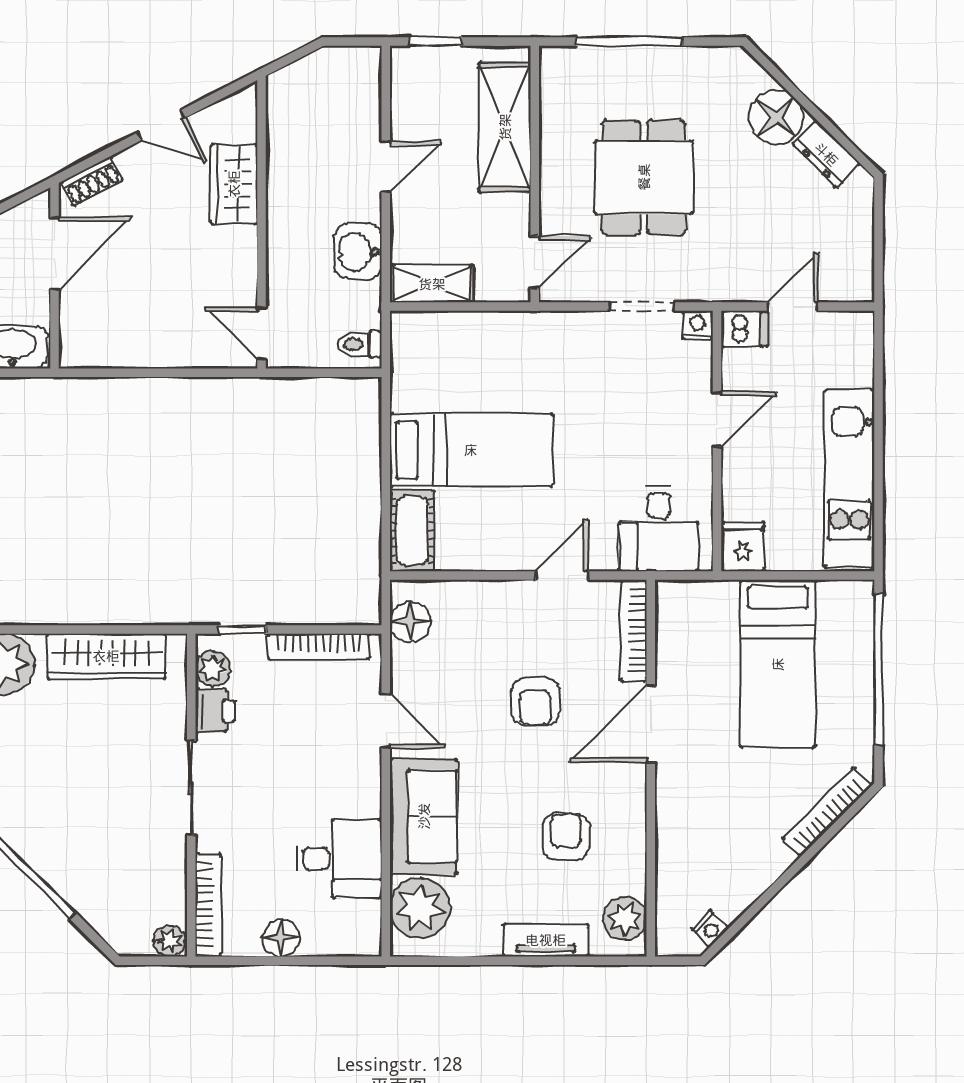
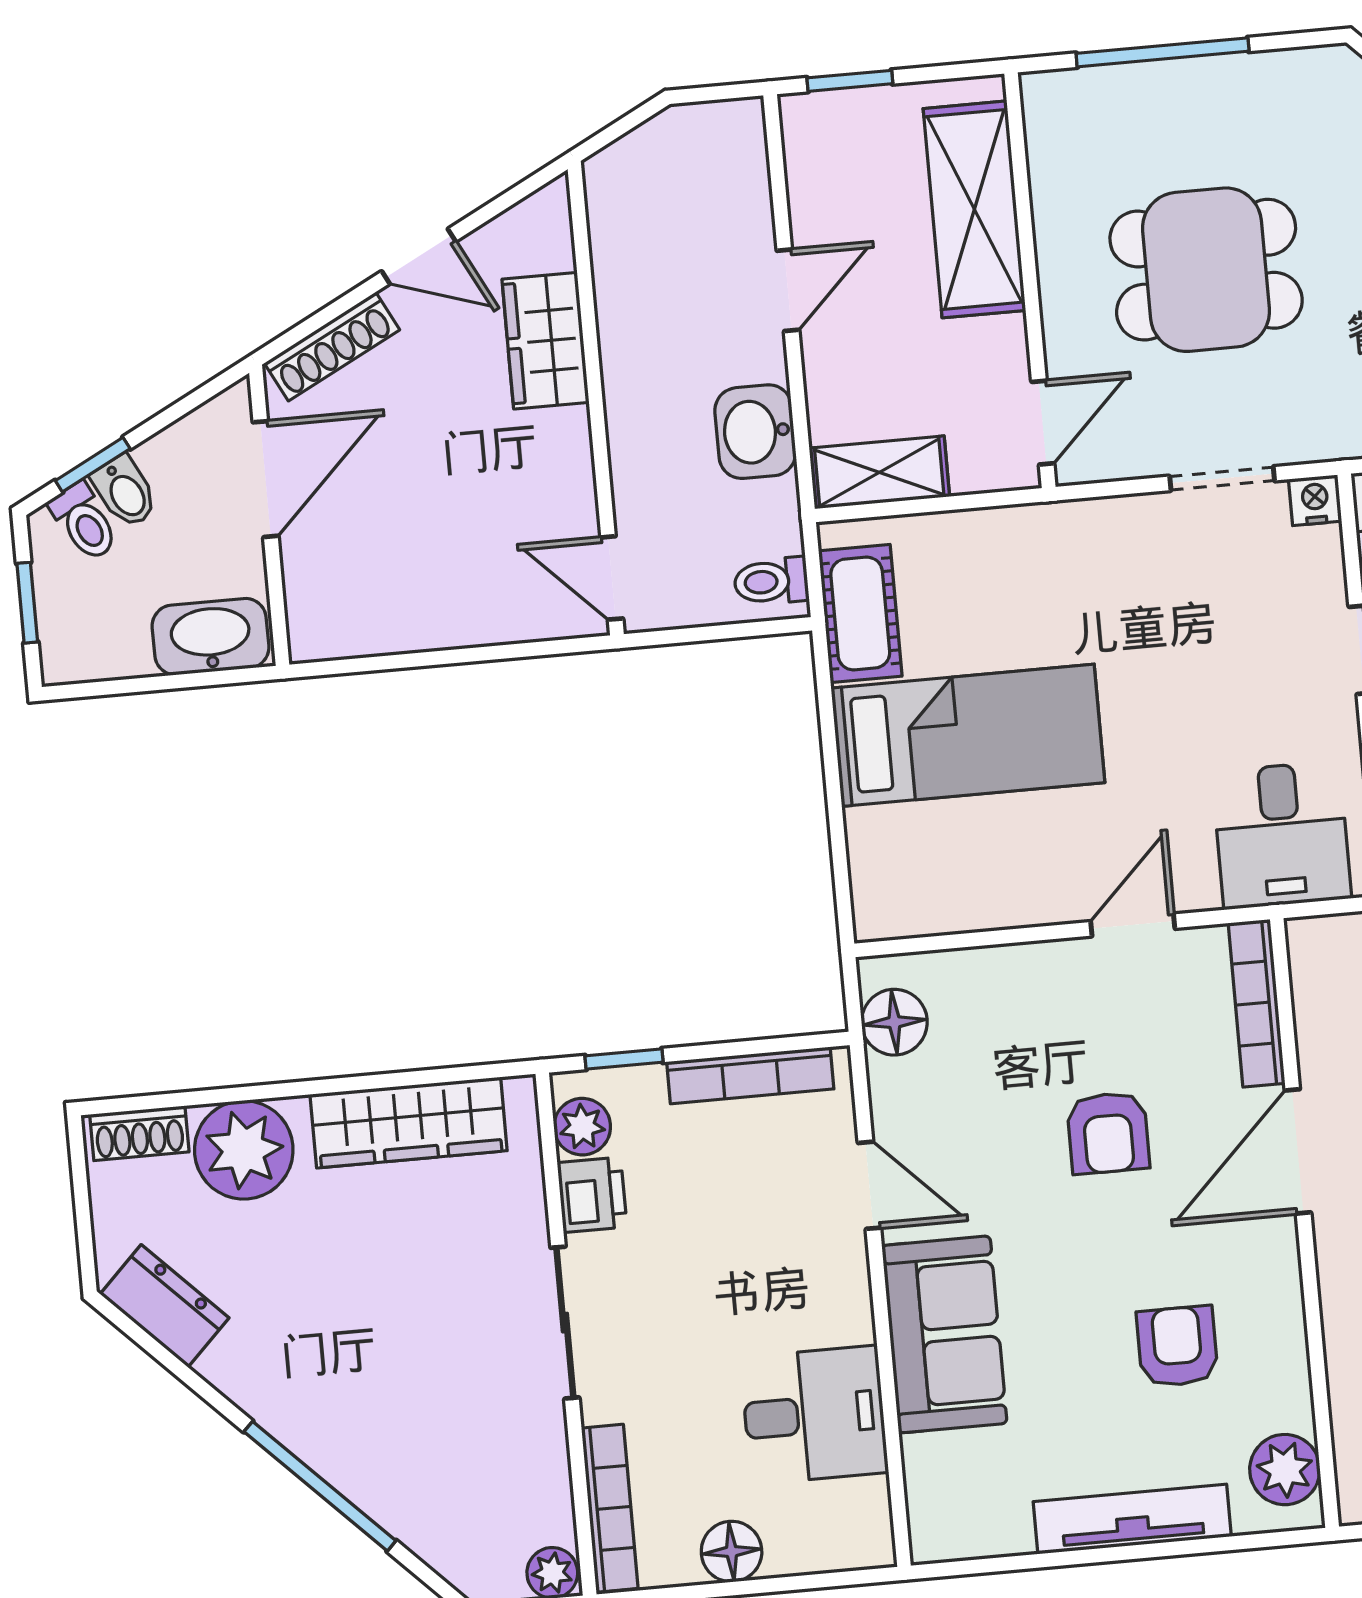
dining table: (644, 177) -> (1206, 270), turned 90
shoe rack: (92, 181) -> (332, 346), width x1.43
cot: (412, 531) -> (860, 614), moved
plant: (420, 908) -> (952, 1483), removed
tv unit: (546, 940) -> (1132, 1519), width x1.41

